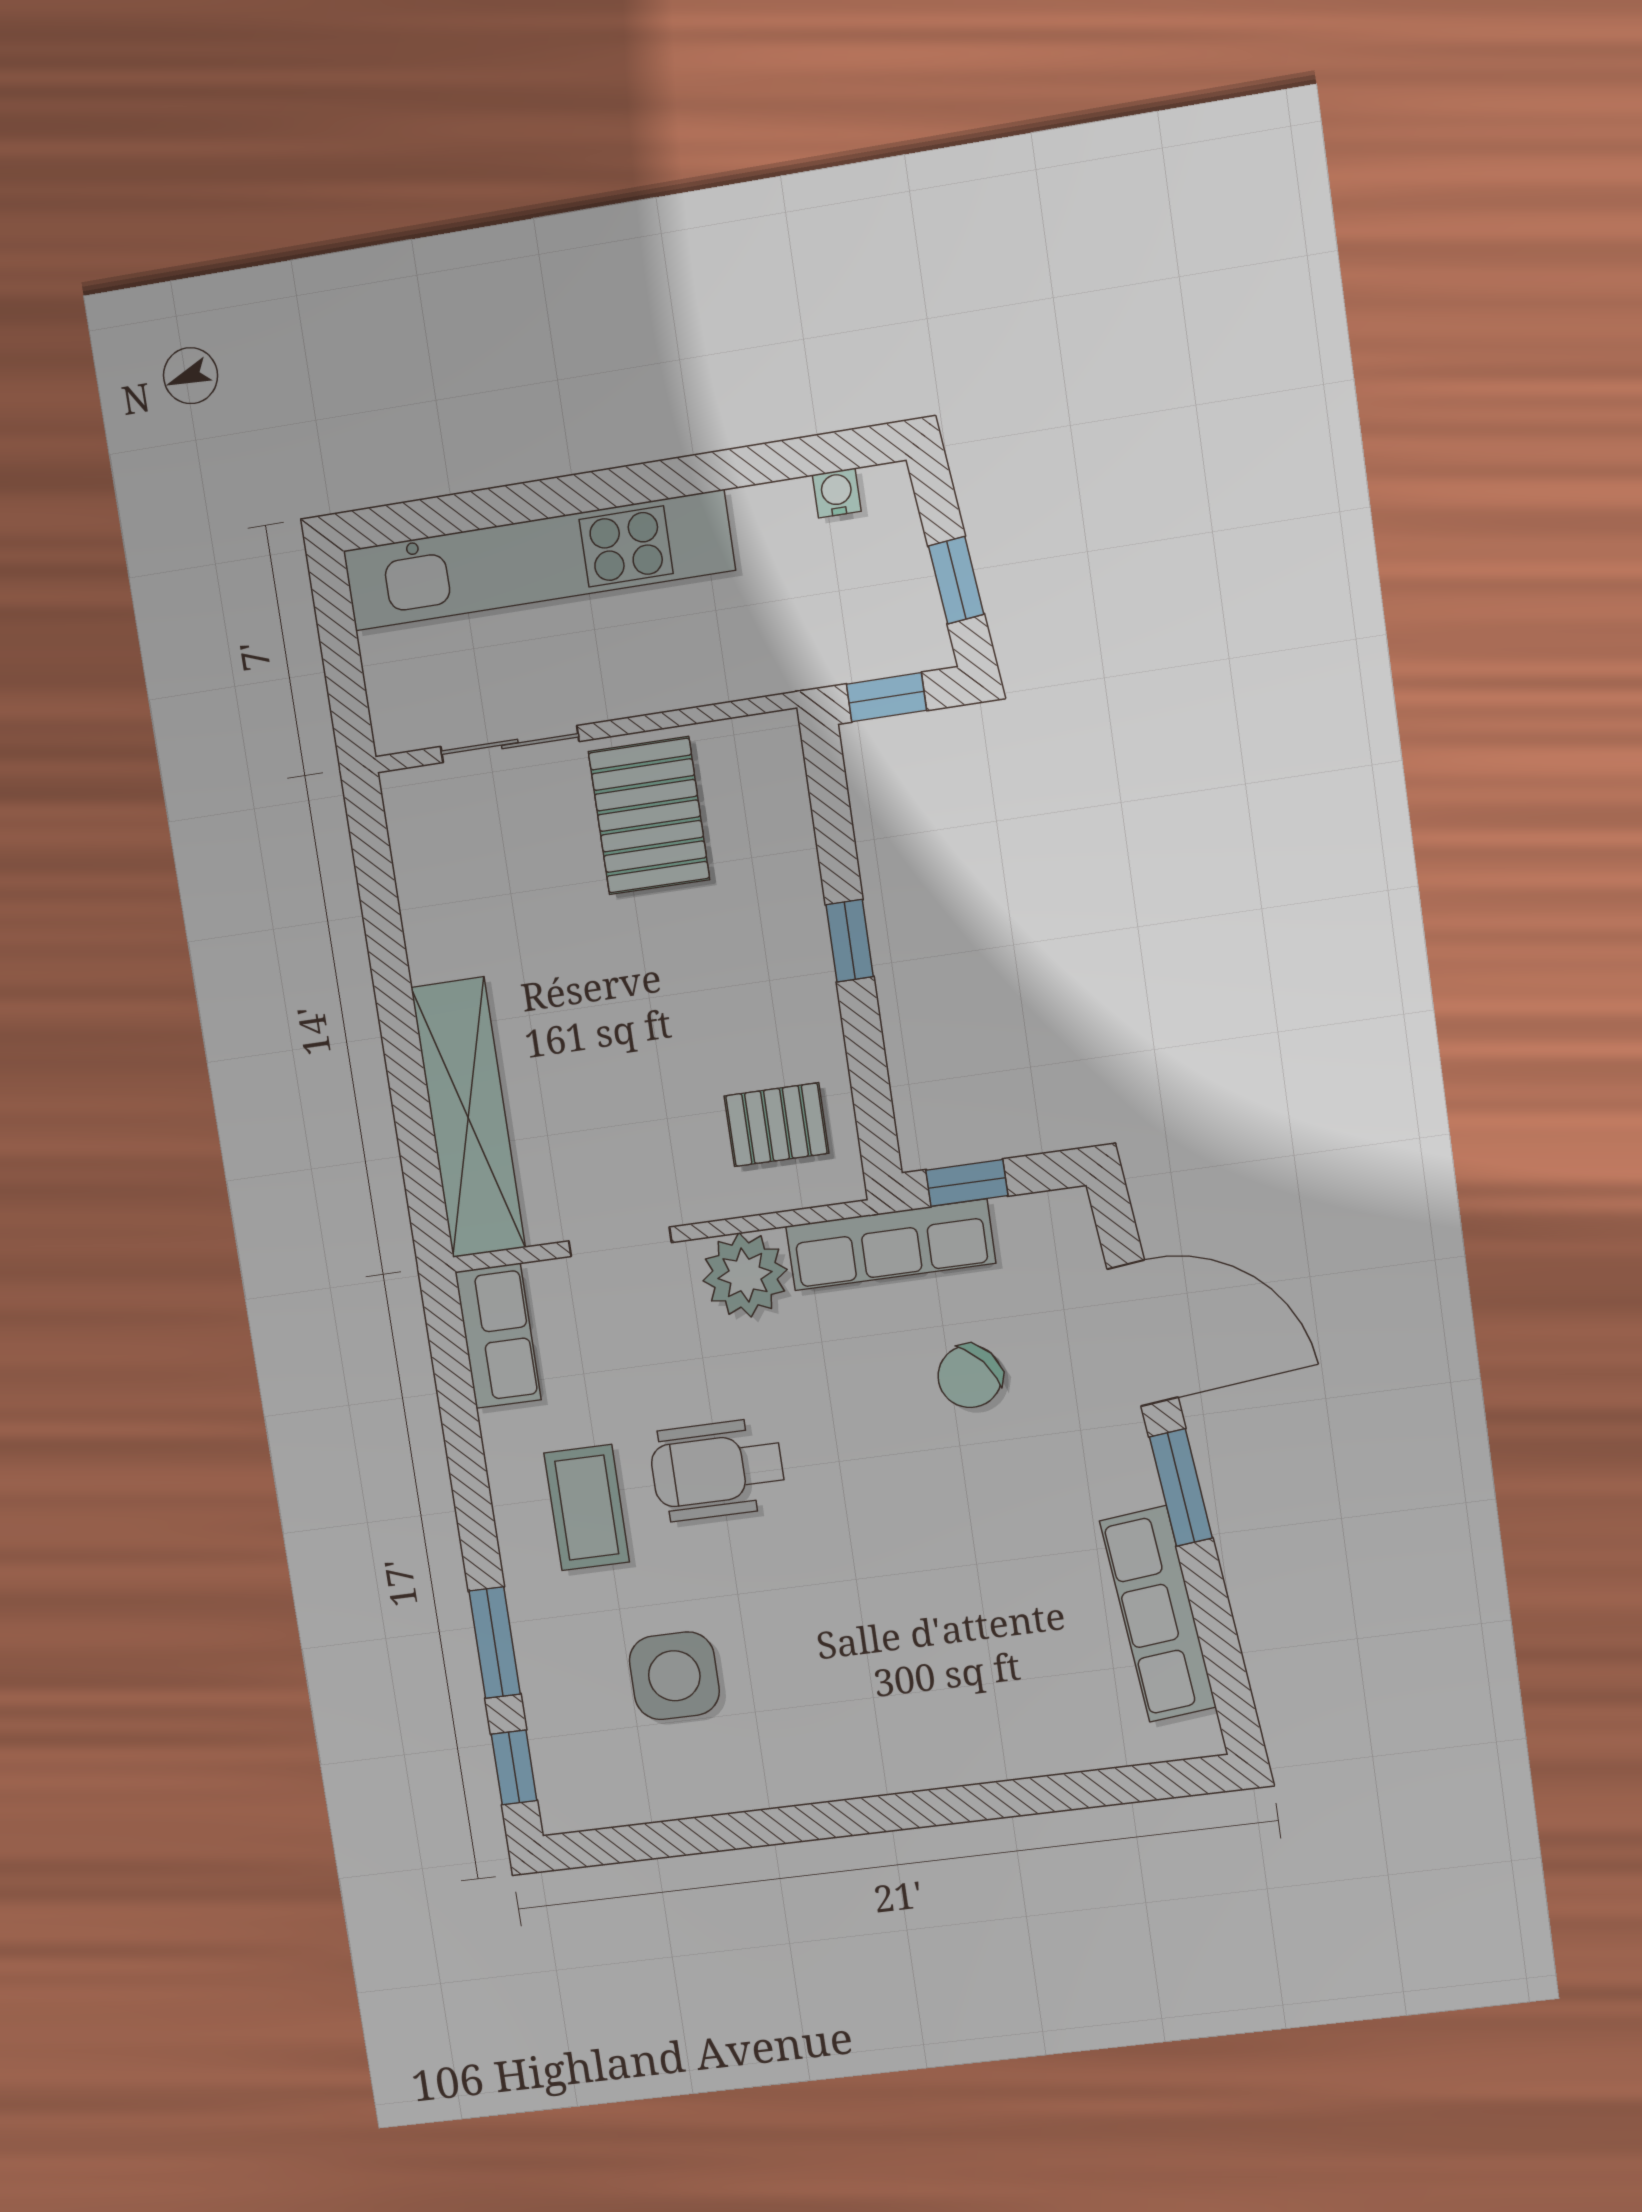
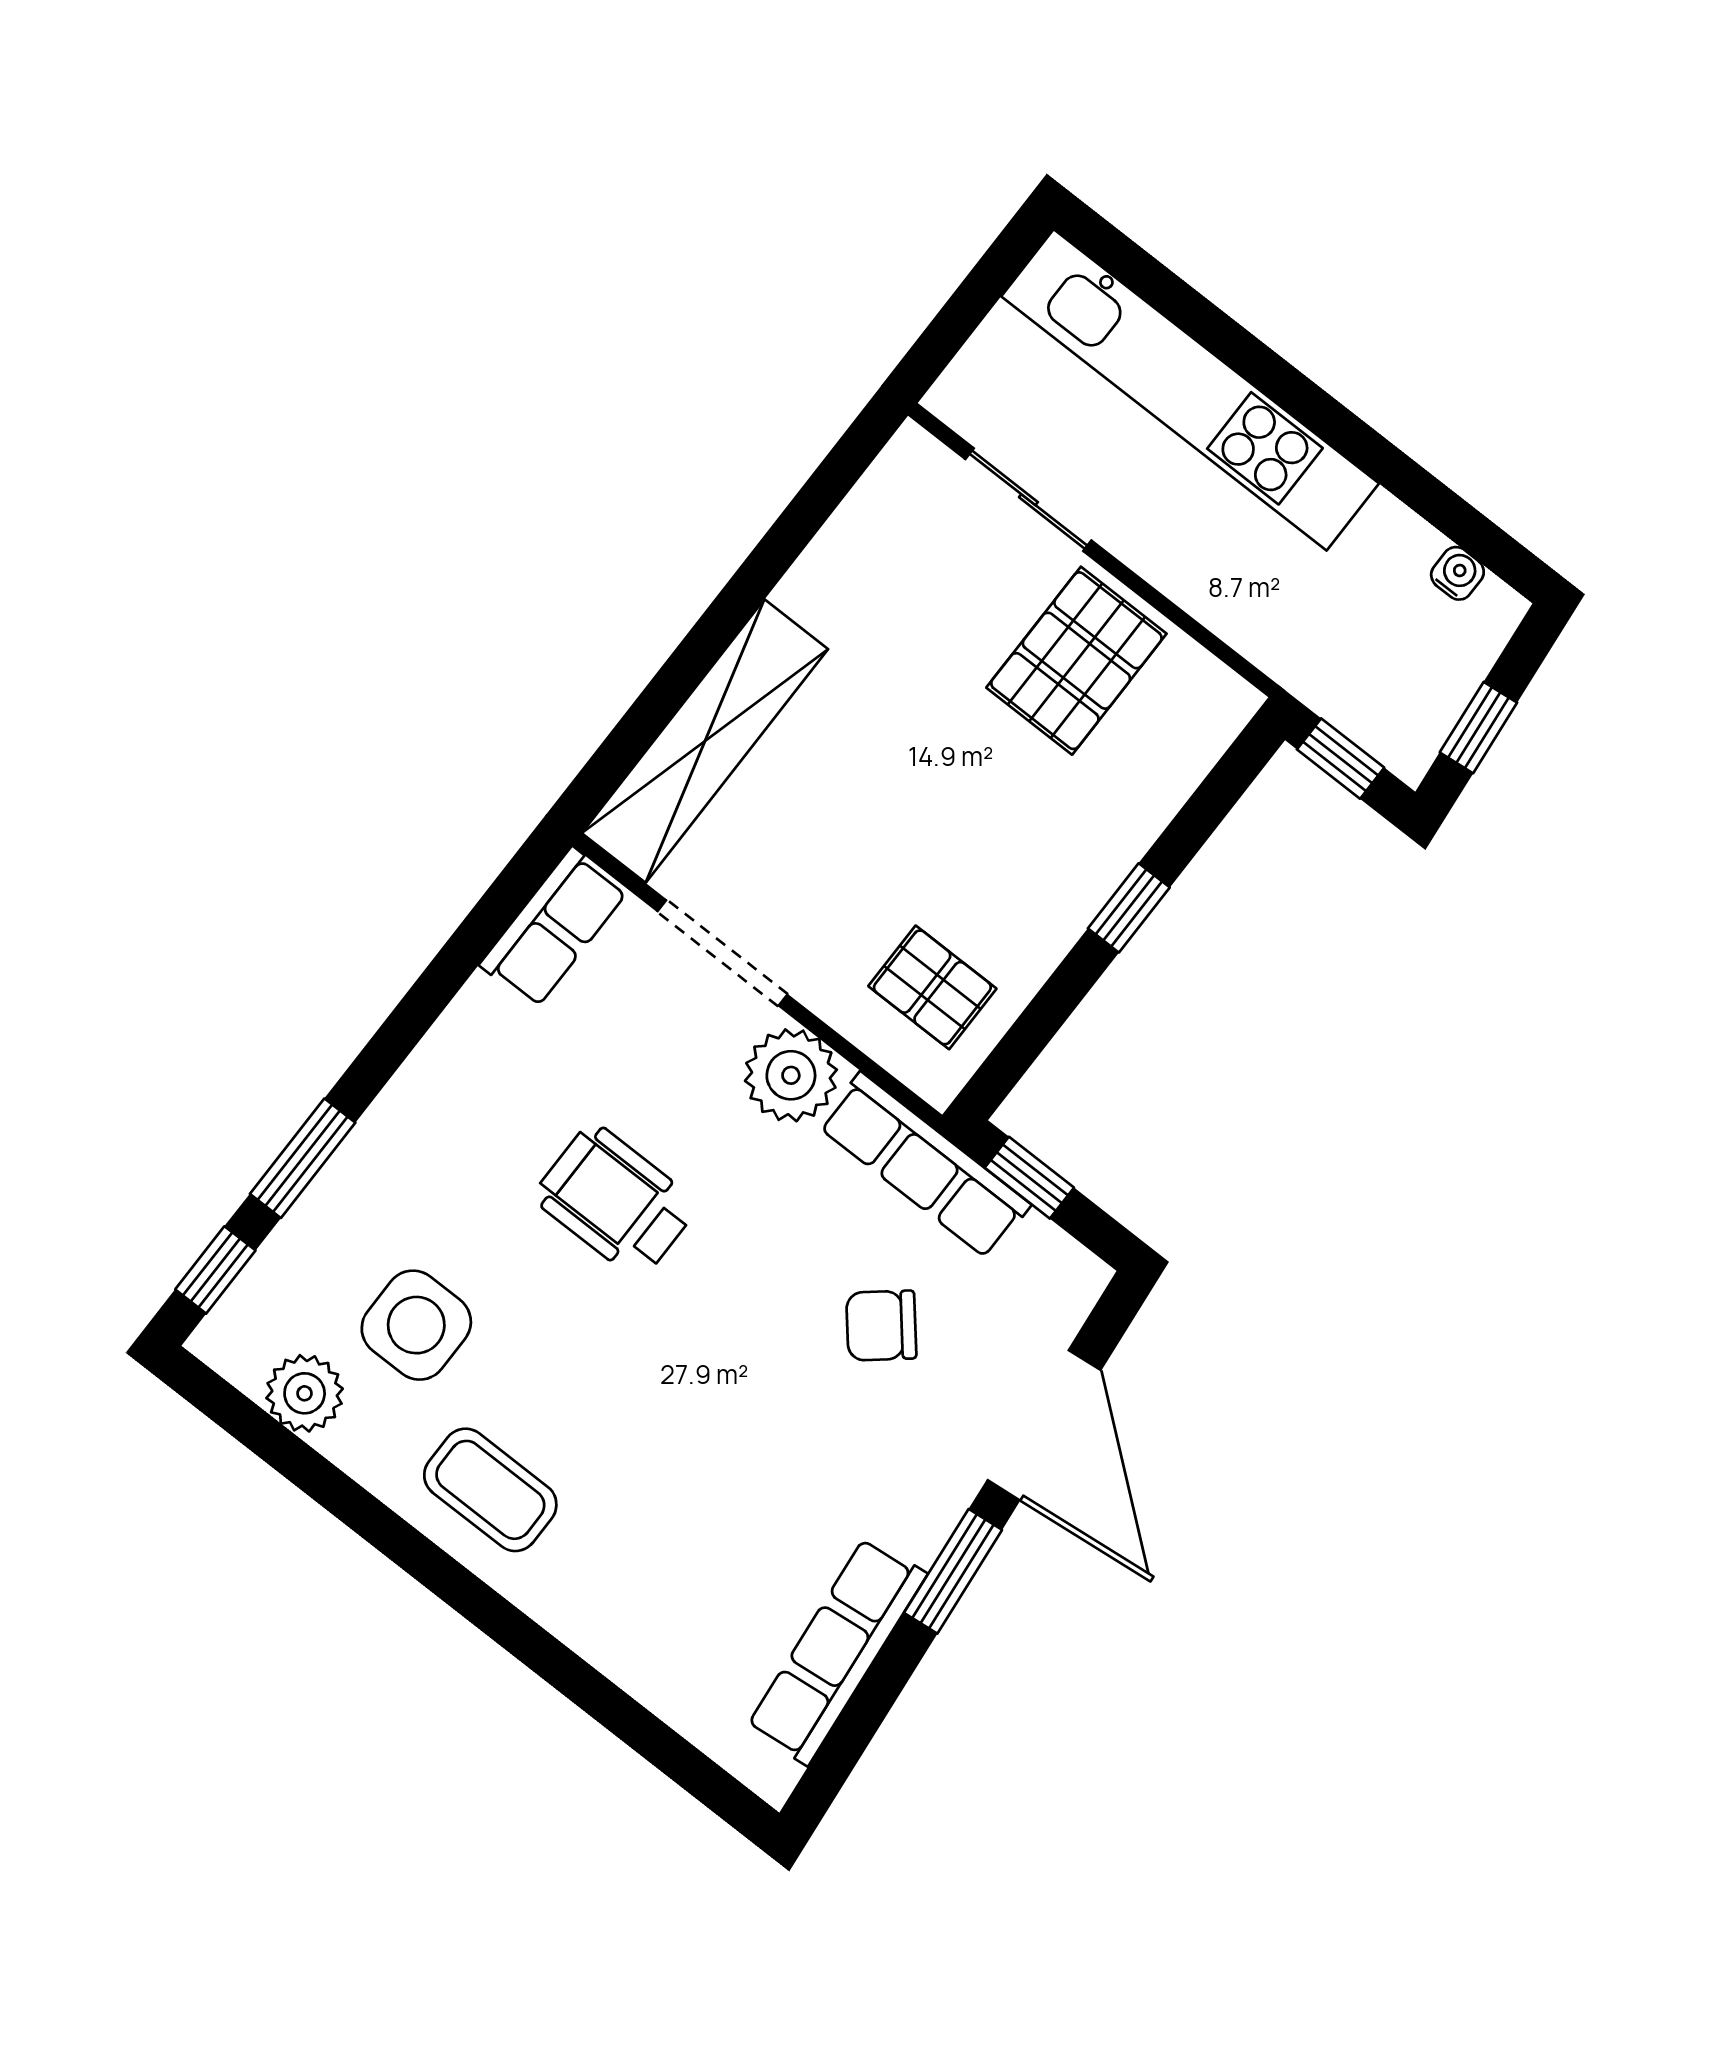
doorway: (620, 1242) -> (722, 953), width x1.38
coffee table: (587, 1508) -> (490, 1490), moved, turned 90
plant: (650, 1789) -> (305, 1393), added

